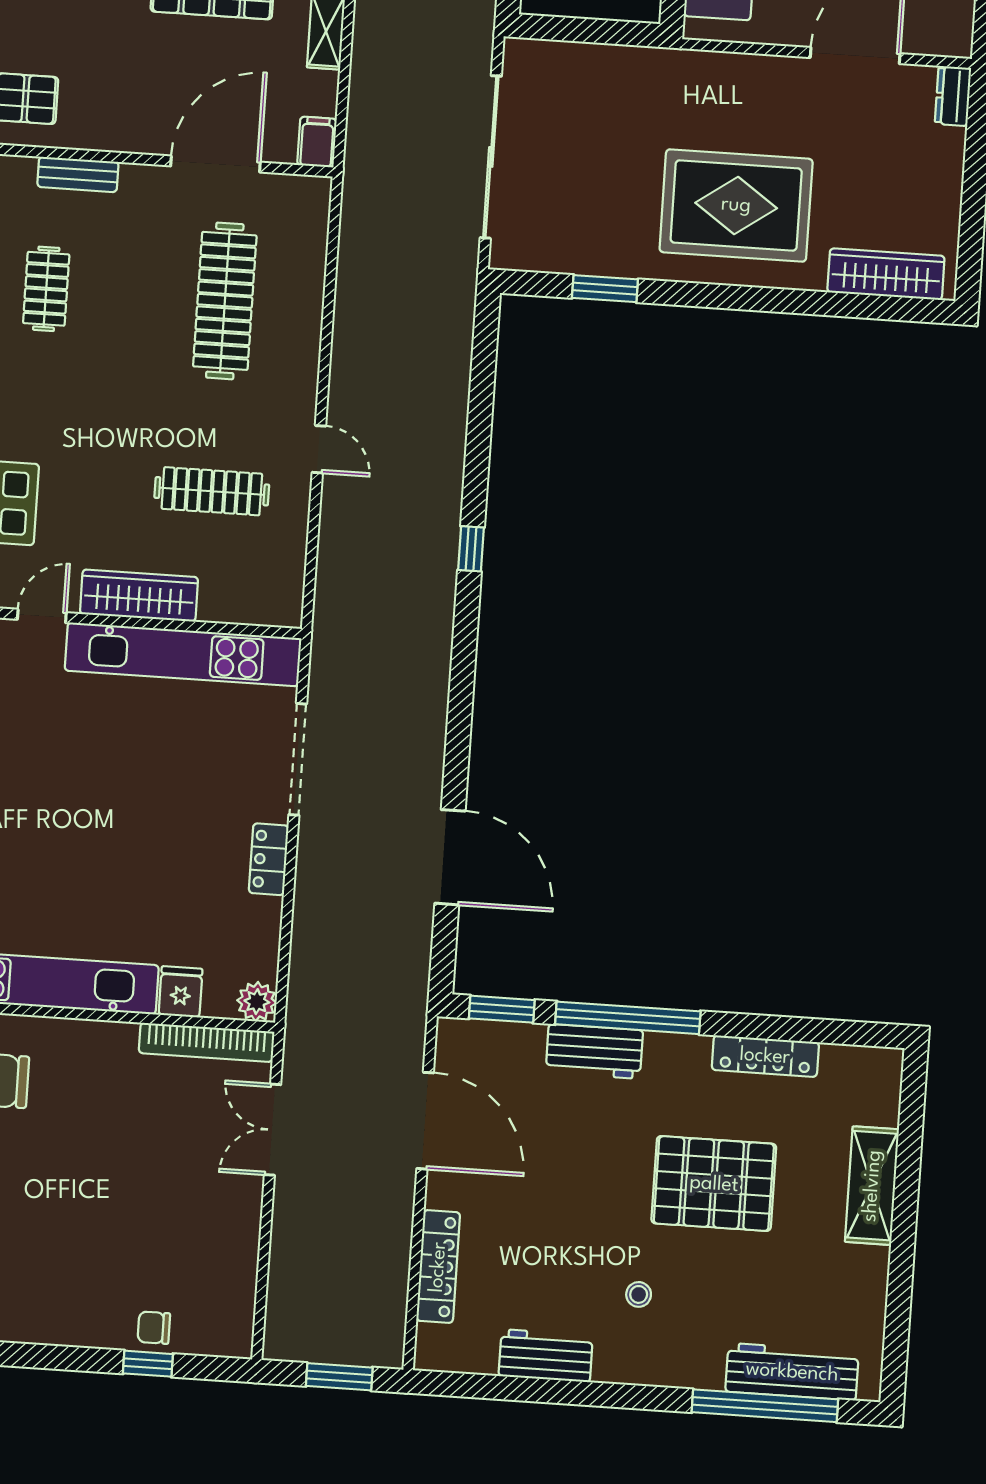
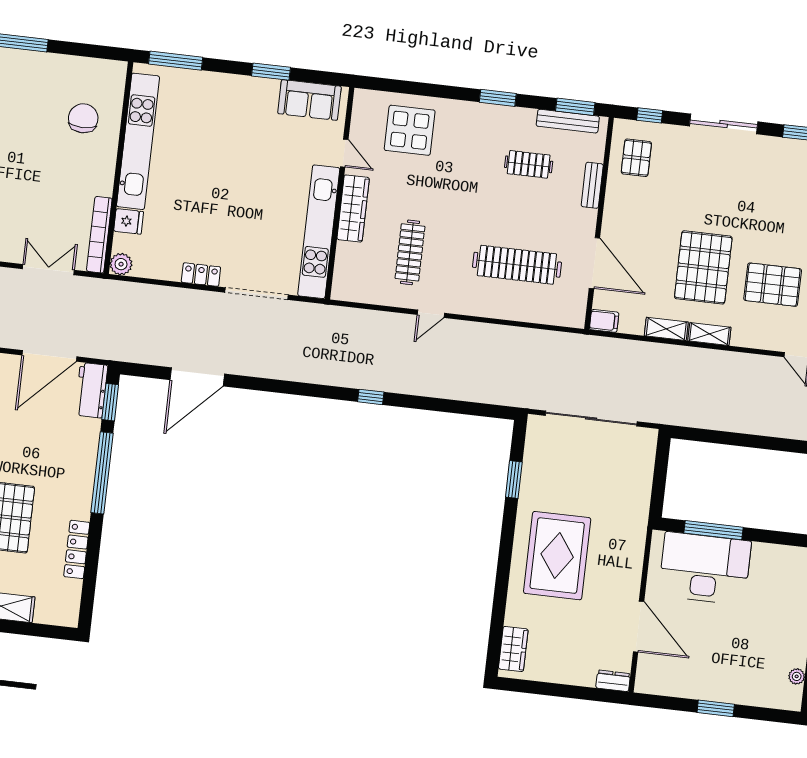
wardrobe: (886, 274) -> (513, 649), width x0.67
workbench: (594, 1051) -> (91, 390), moved

